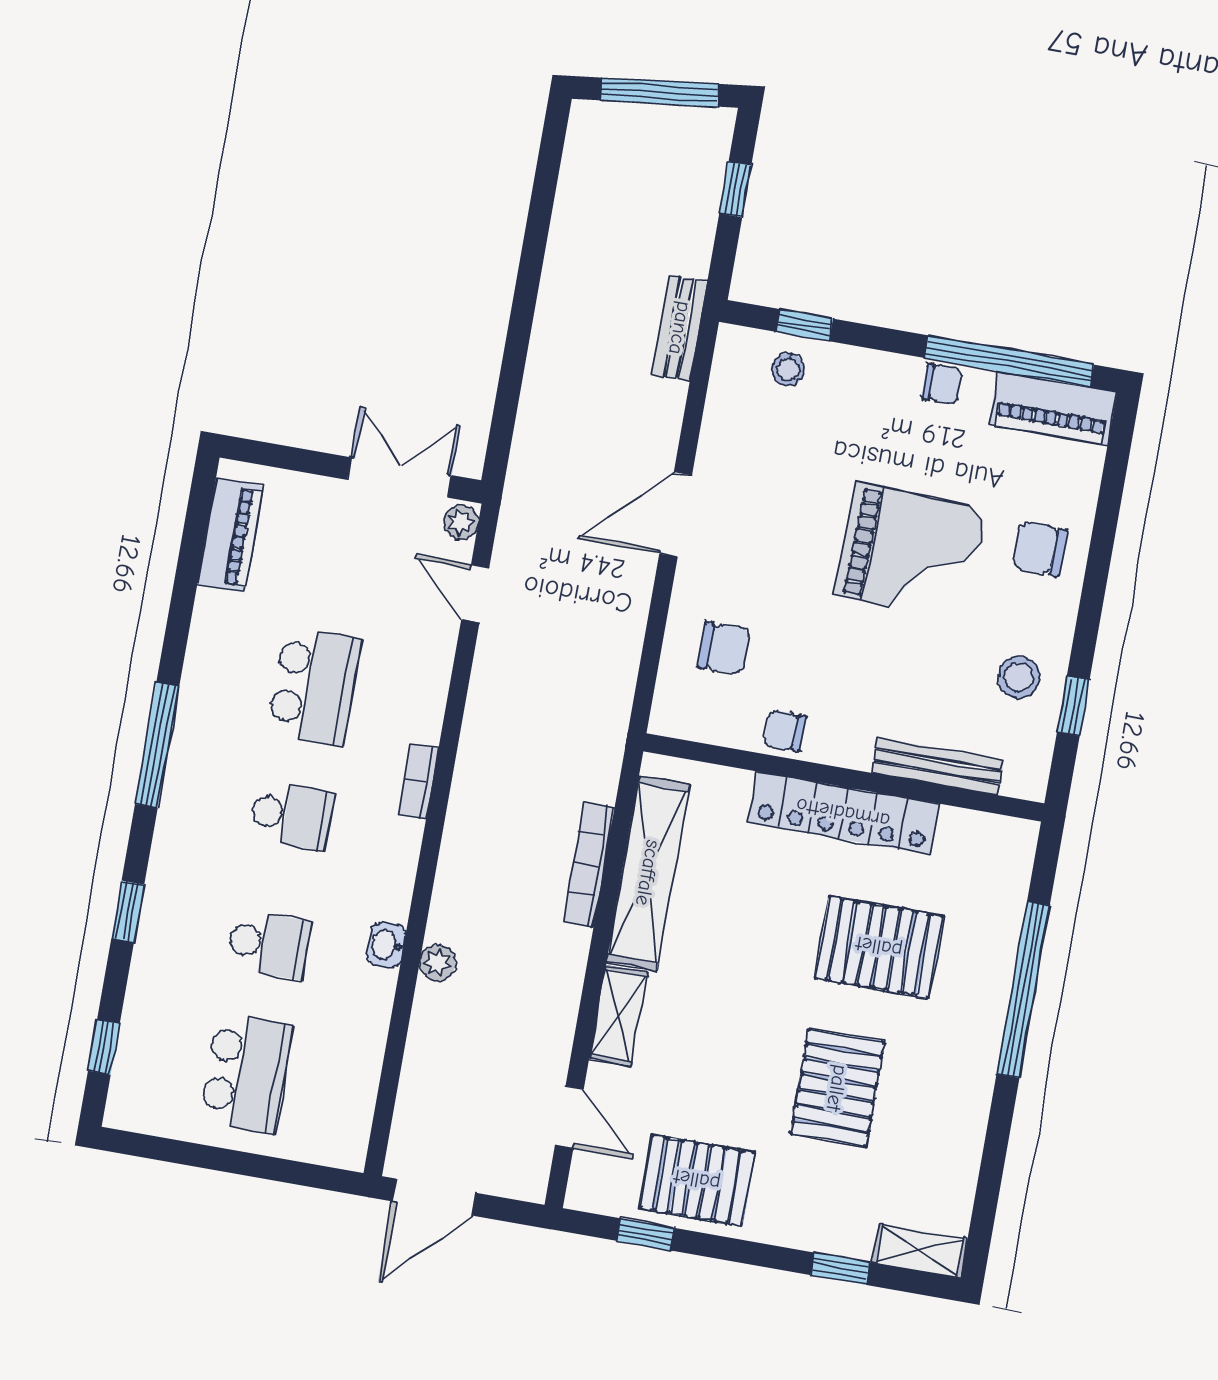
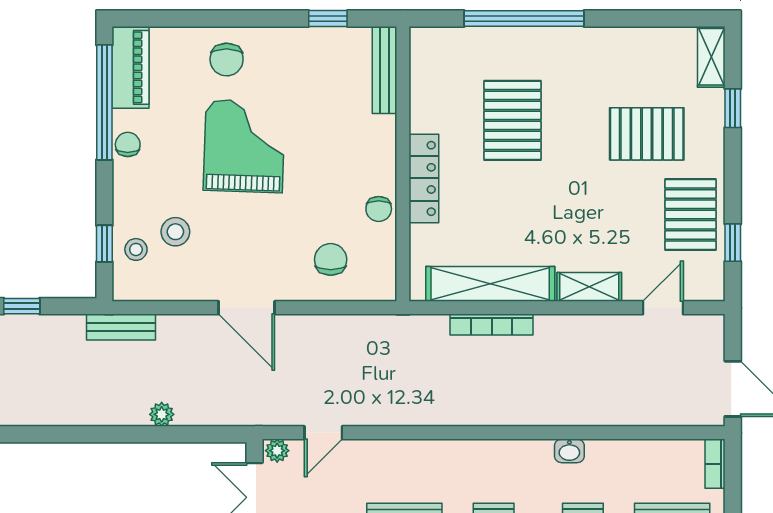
stool: (1019, 677) -> (175, 232), moved
bench: (938, 766) -> (384, 70), moved
bookcase: (418, 781) -> (715, 464), moved, turned 90
locker: (843, 813) -> (424, 178), width x0.71, depth x0.83
plant: (438, 963) -> (162, 414), moved
pallet: (837, 1088) -> (647, 134), moved

